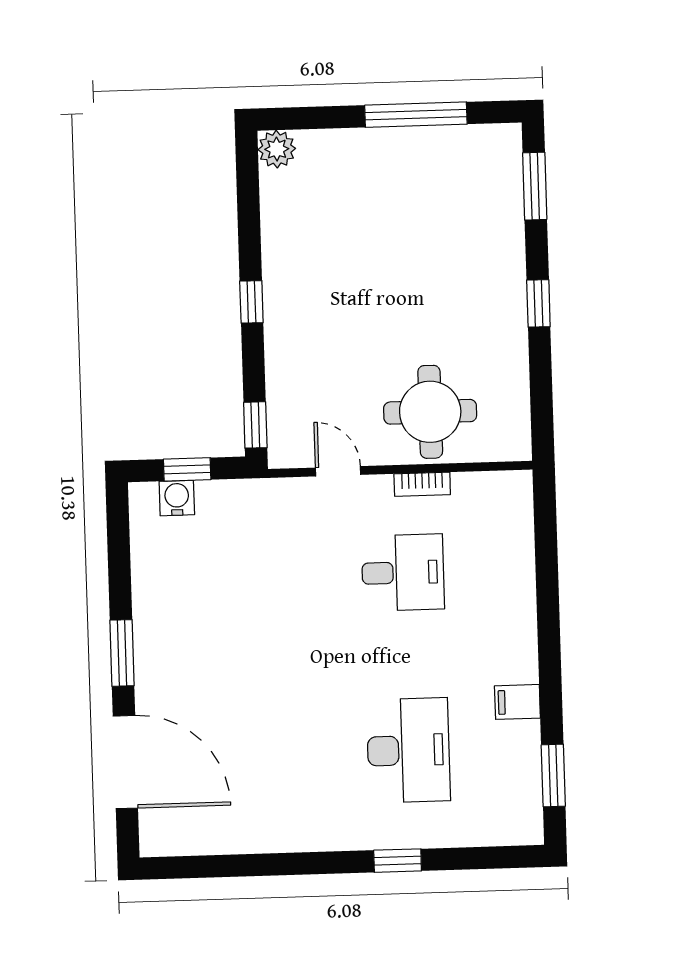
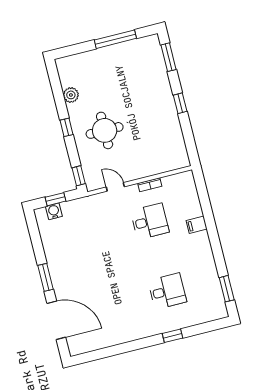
plant: (277, 149) -> (71, 95), moved
round table: (430, 412) -> (105, 130), moved
filing cabinet: (517, 702) -> (197, 225), moved
desk: (408, 750) -> (167, 291), width x0.73

